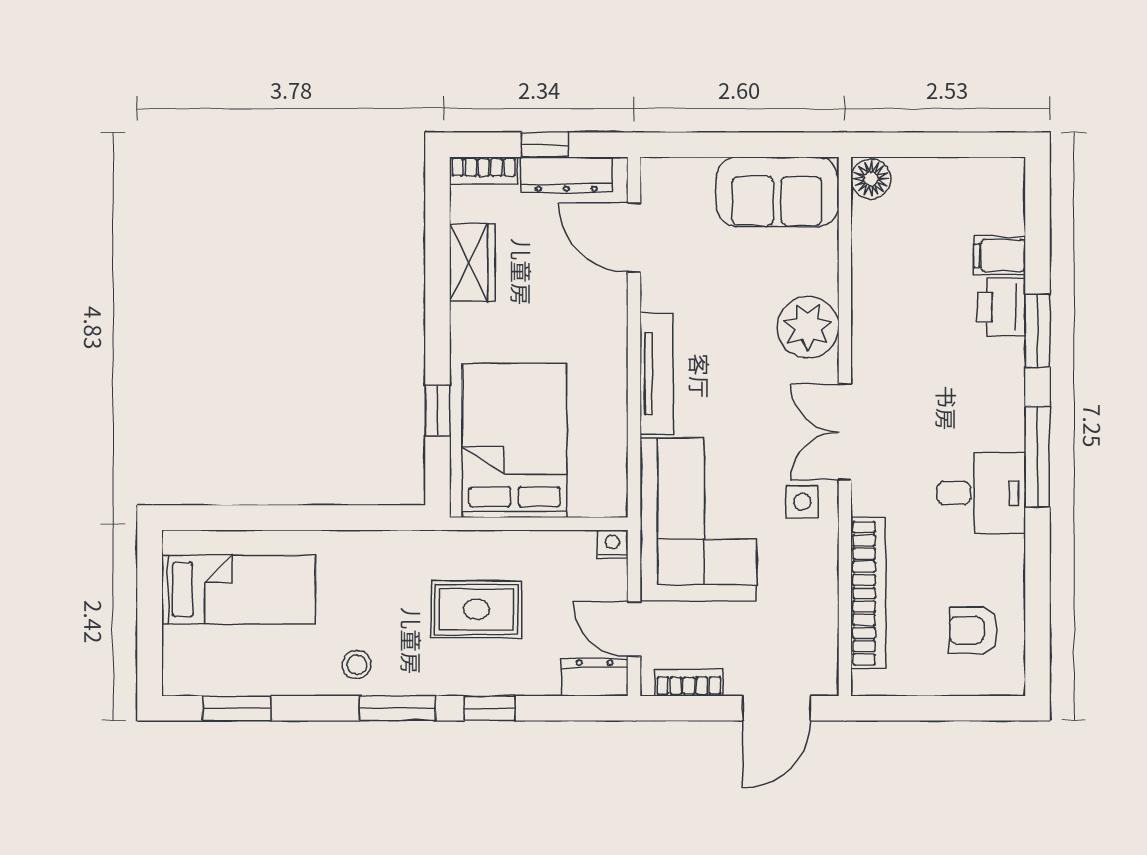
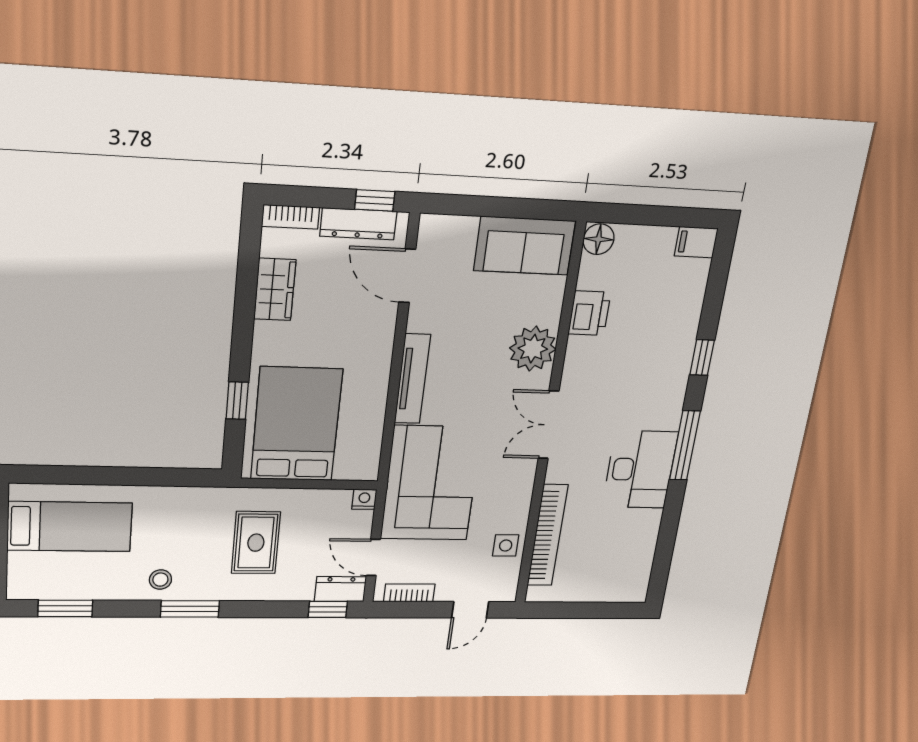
window: (545, 145) -> (375, 200), moved
filing cabinet: (999, 256) -> (696, 242), moved
printer: (1001, 307) -> (589, 313), moved, turned 180
window: (1037, 331) -> (702, 358), width x0.67
desk: (981, 493) -> (640, 469), width x1.37
side table: (802, 502) -> (506, 545), moved
rug: (477, 609) -> (256, 543), turned 90
armchair: (973, 630) -> (618, 560), removed
window: (489, 708) -> (328, 609), moved
door: (776, 708) -> (470, 610), width x0.73

